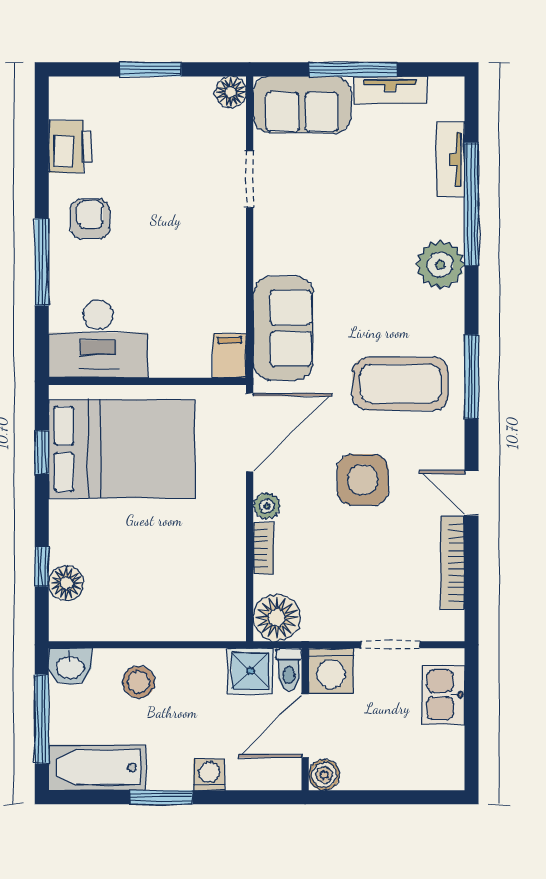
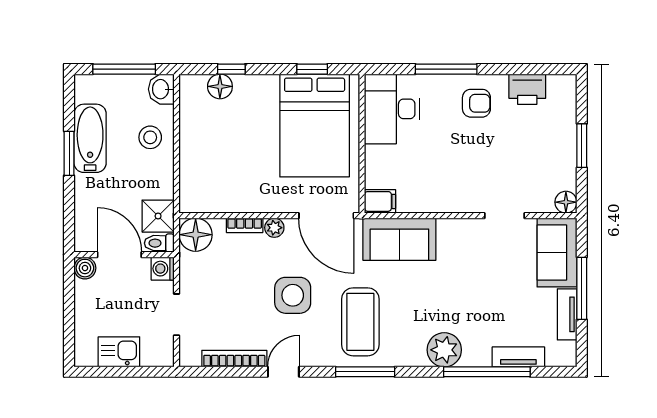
washing machine: (331, 671) -> (163, 269), width x0.73, depth x0.73
kitchen sink: (443, 695) -> (119, 352), moved
bathtub: (97, 767) -> (90, 138), moved
washing machine: (209, 775) -> (85, 187), removed

